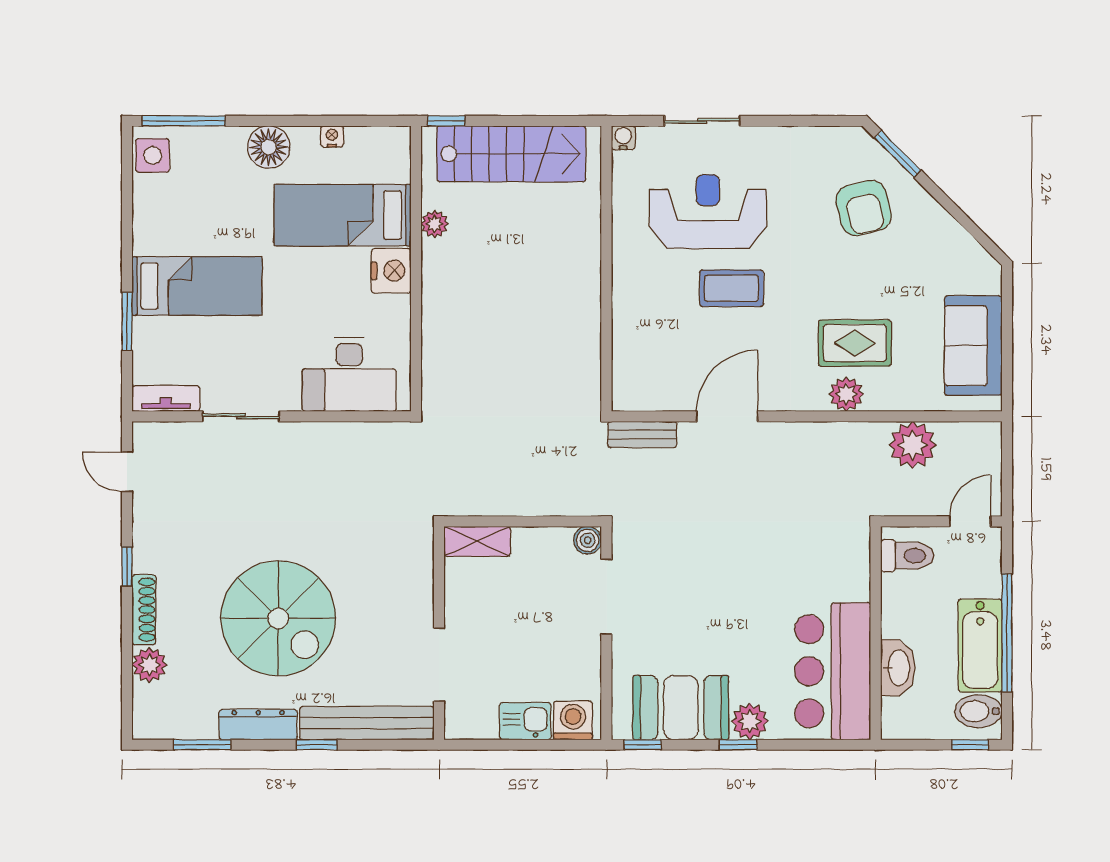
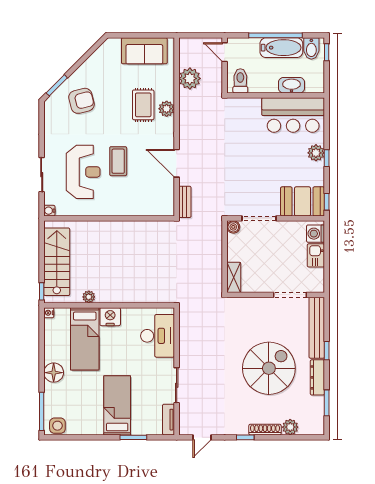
nightstand: (332, 136) -> (49, 313), moved
reception desk: (708, 212) -> (83, 172), turned 180
booth: (681, 708) -> (303, 201), moved, turned 90

